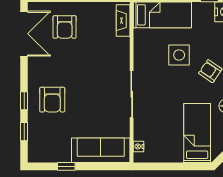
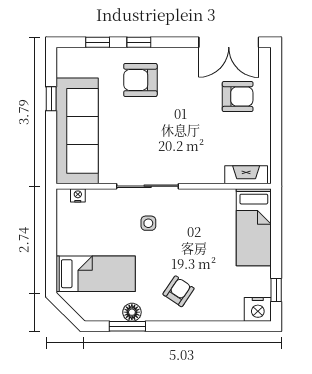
armchair: (65, 27) -> (238, 97), turned 180
side table: (179, 55) -> (148, 223), moved, width x0.54, depth x0.54
sofa: (101, 150) -> (77, 131), width x1.36, depth x1.27

